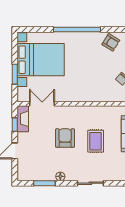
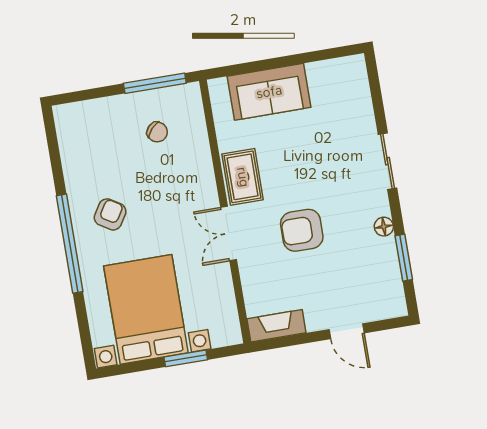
armchair: (111, 42) -> (110, 214), moved
double door: (42, 104) -> (229, 234), moved
window: (15, 125) -> (291, 340), removed
rug: (96, 141) -> (243, 177), moved, turned 90

